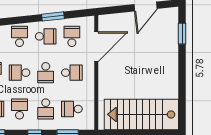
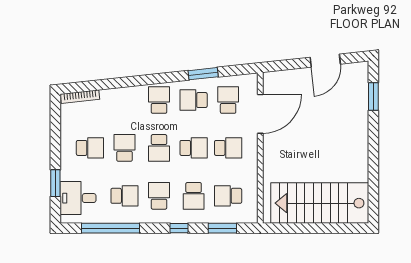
school desk: (46, 36) -> (194, 100), turned 180
school desk: (20, 73) -> (159, 148), turned -90
school desk: (46, 73) -> (194, 148), turned -90

